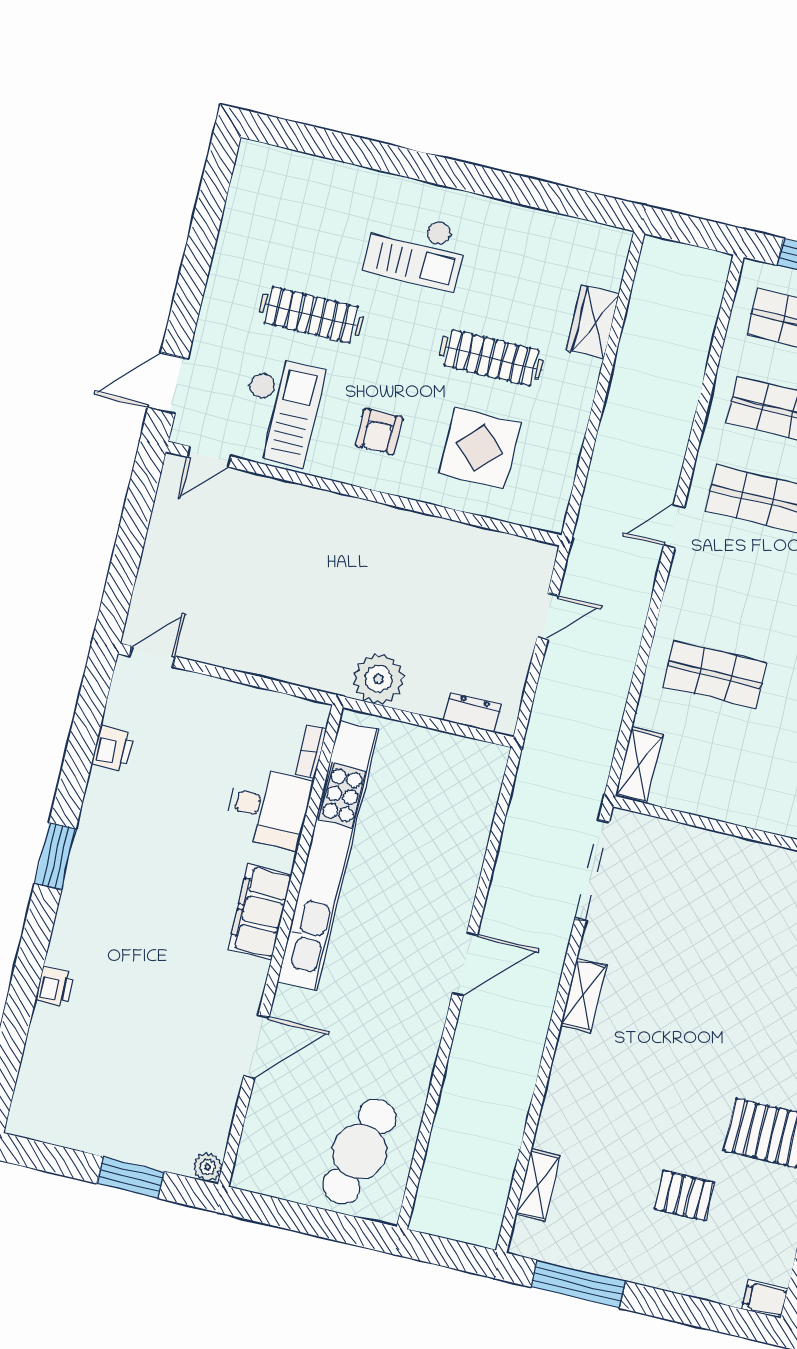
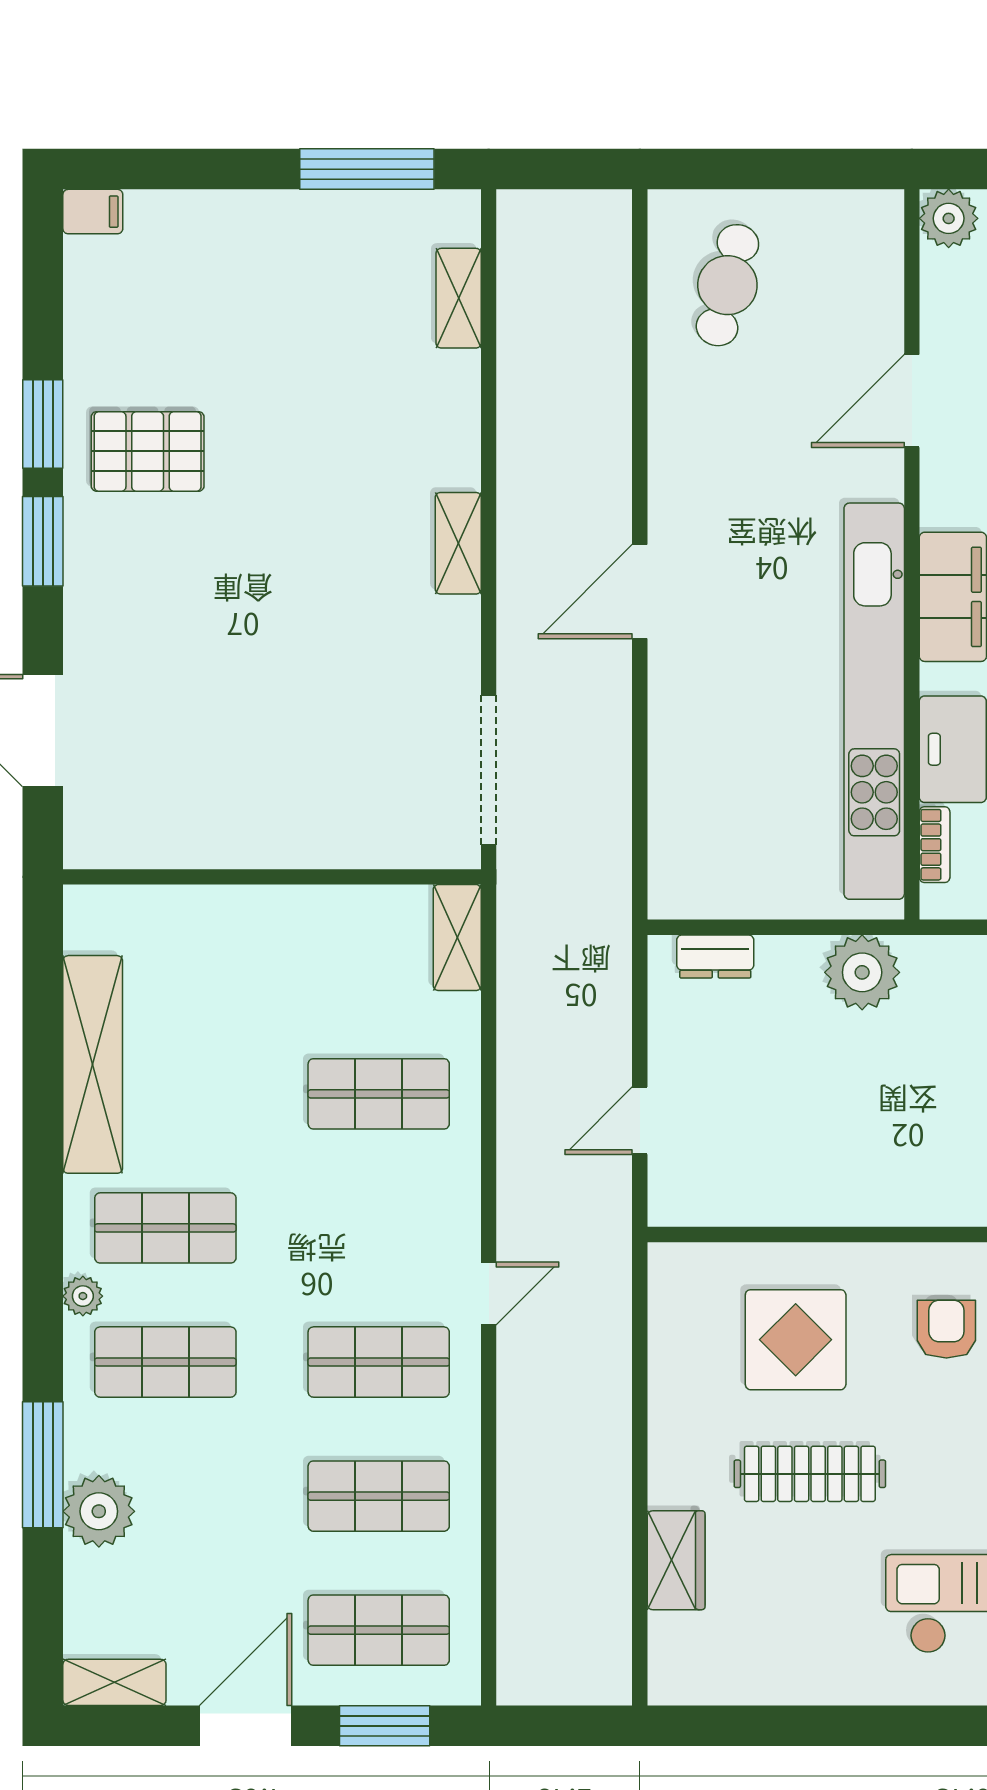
shelving: (583, 995) -> (458, 543), moved
cafe table: (359, 1151) -> (727, 285), width x0.73, depth x0.74
plant: (208, 1167) -> (949, 218), width x1.38, depth x1.38
pallet: (684, 1196) -> (244, 333), removed

